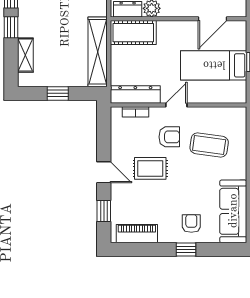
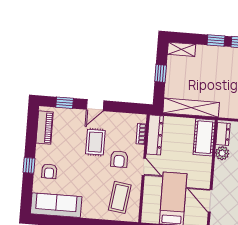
shelving: (25, 55) -> (182, 49), moved
coffee table: (209, 145) -> (120, 197), moved
armchair: (191, 223) -> (49, 171), turned 90

